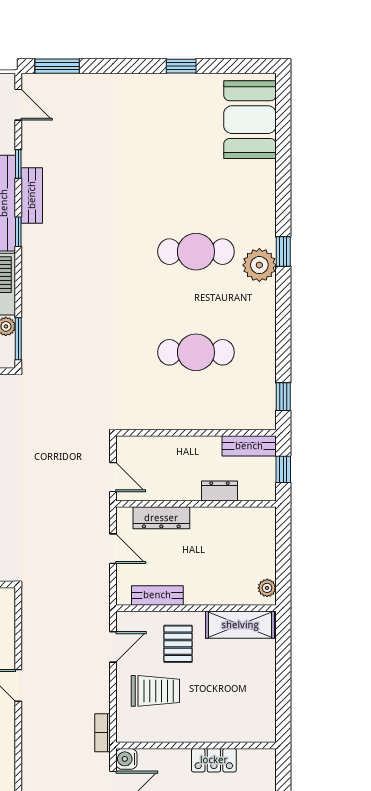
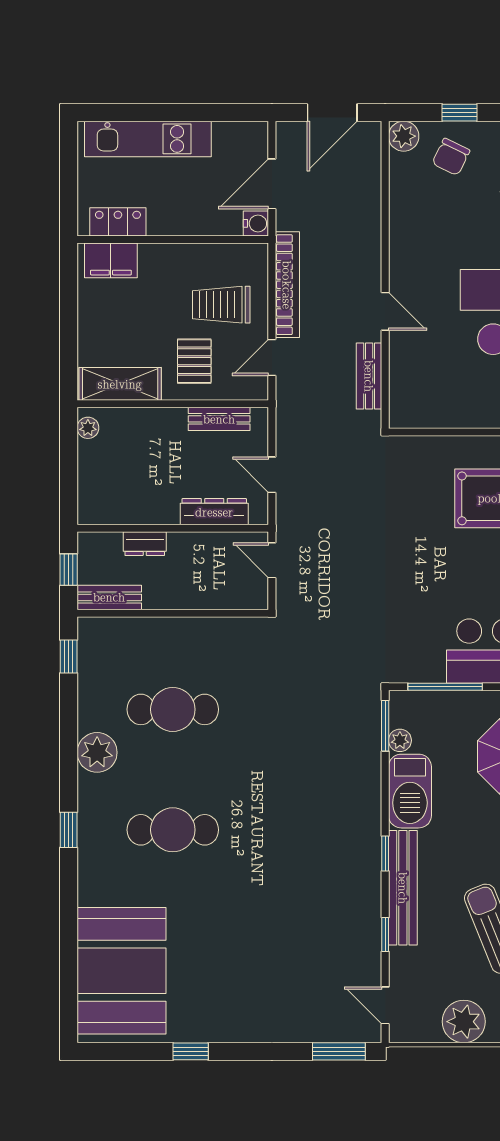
booth: (250, 120) -> (122, 971), width x1.36, depth x1.42
bench: (32, 195) -> (369, 376), moved
plant: (259, 265) -> (97, 752), moved
filing cabinet: (248, 728) -> (111, 260), added
bookcase: (103, 733) -> (287, 285), width x2.31, depth x1.31
locker: (214, 760) -> (118, 222), moved

